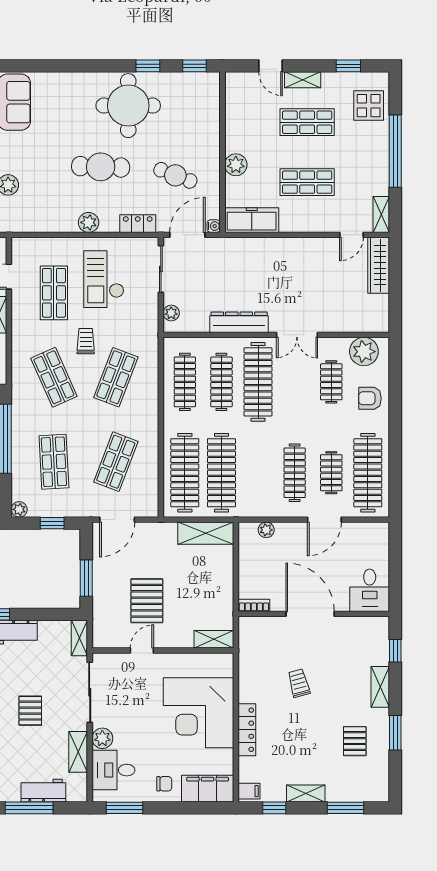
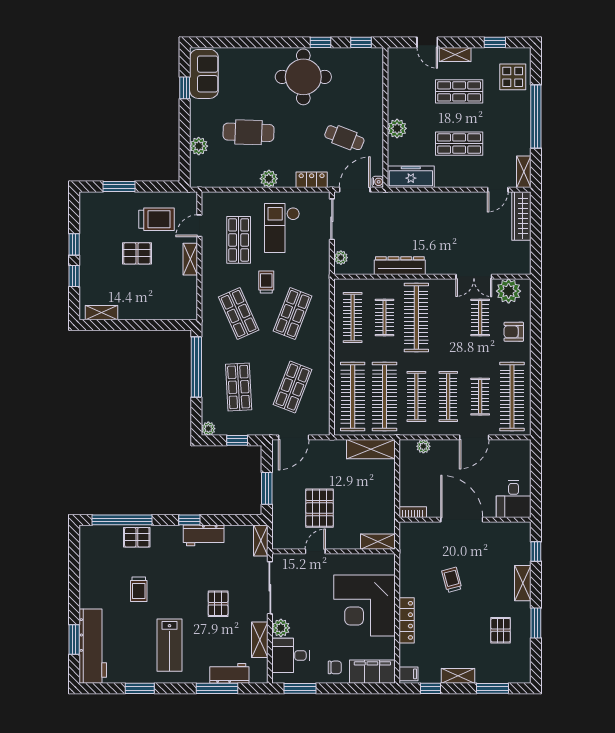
cafe table: (101, 167) -> (249, 132), moved
double door: (297, 335) -> (474, 277), moved
clothes rail: (221, 382) -> (384, 317), width x0.73
clothes rail: (258, 473) -> (416, 397), added

